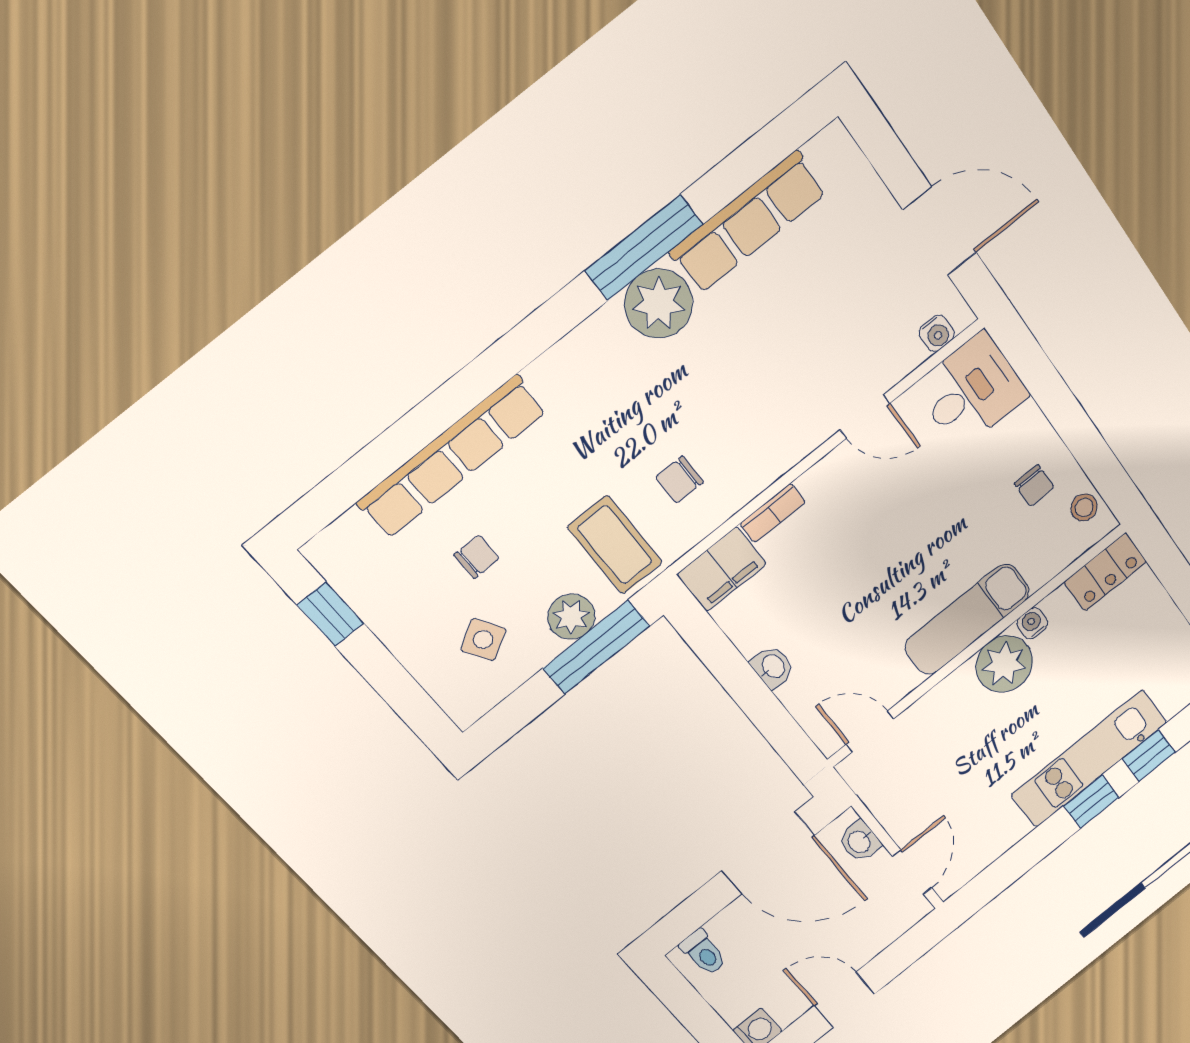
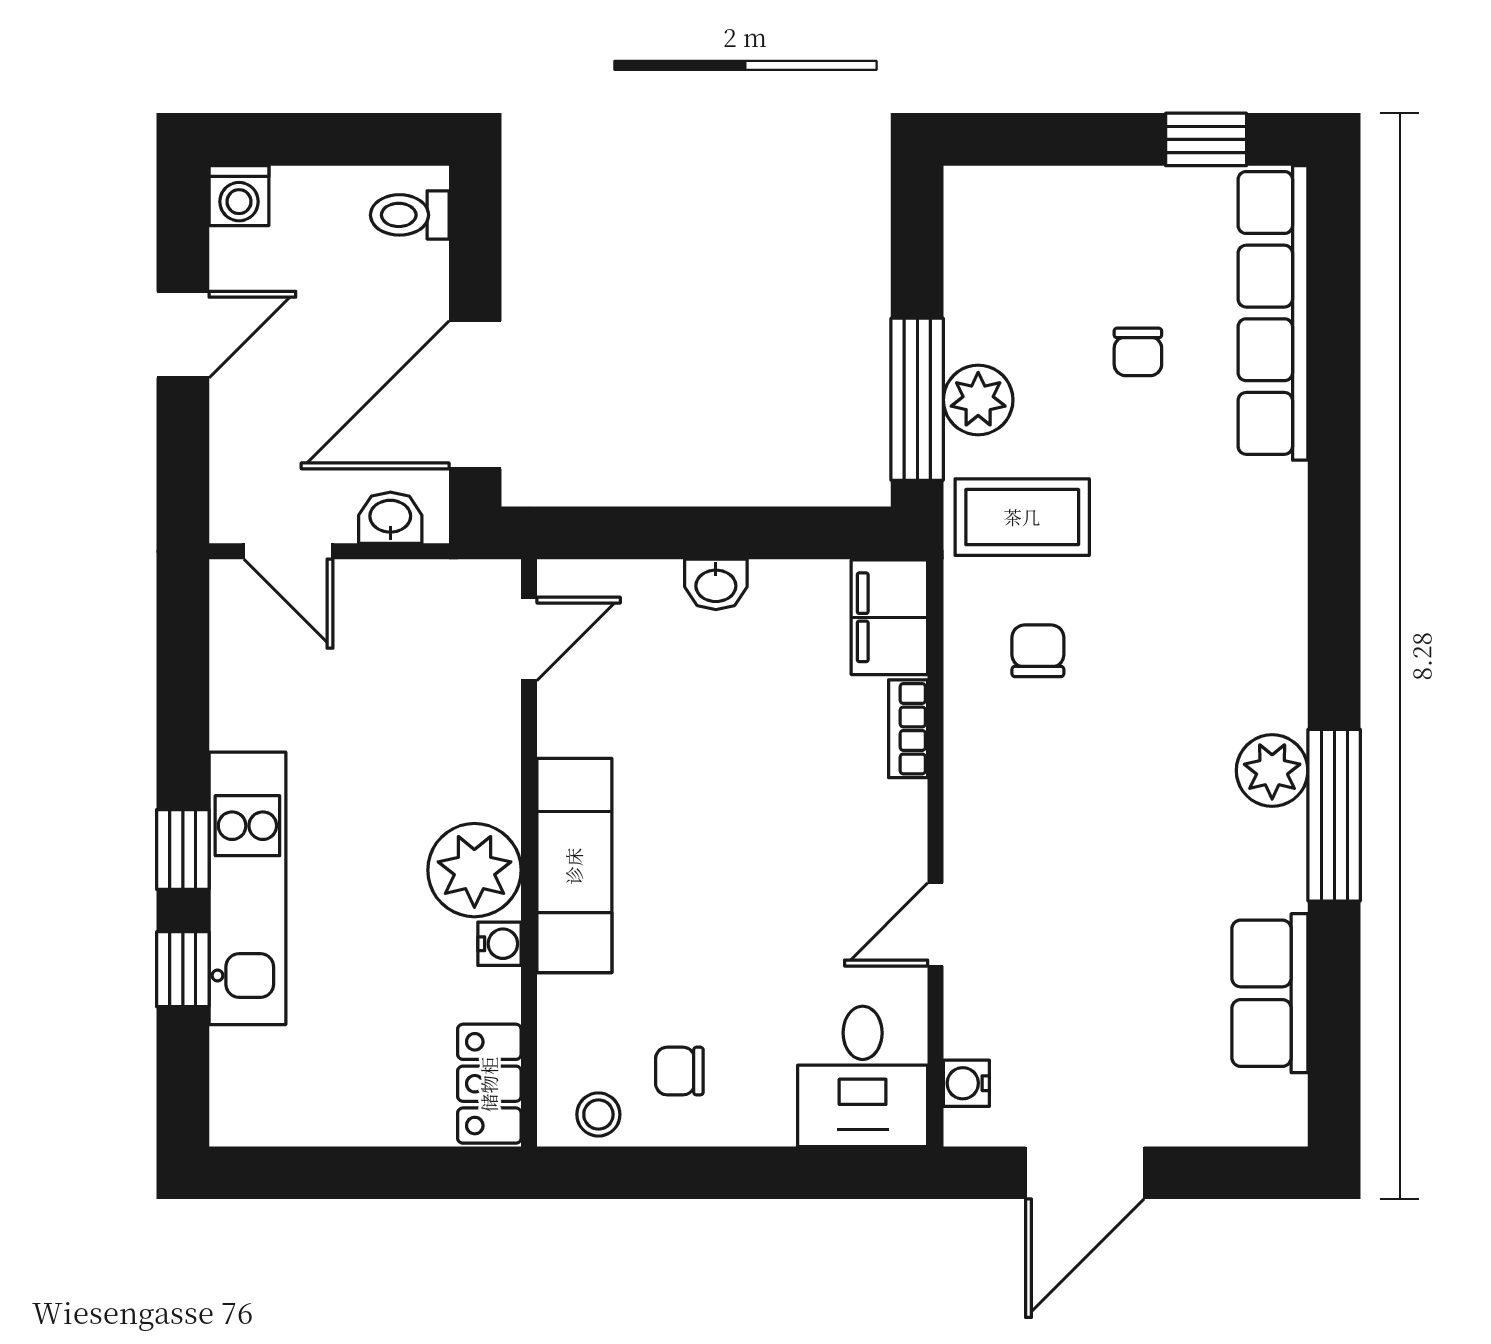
row of seats: (748, 222) -> (1270, 993), width x0.68
plant: (659, 304) -> (1272, 771), width x0.73, depth x0.73
row of seats: (452, 457) -> (1273, 313), moved
side table: (483, 640) -> (1035, 280), removed

